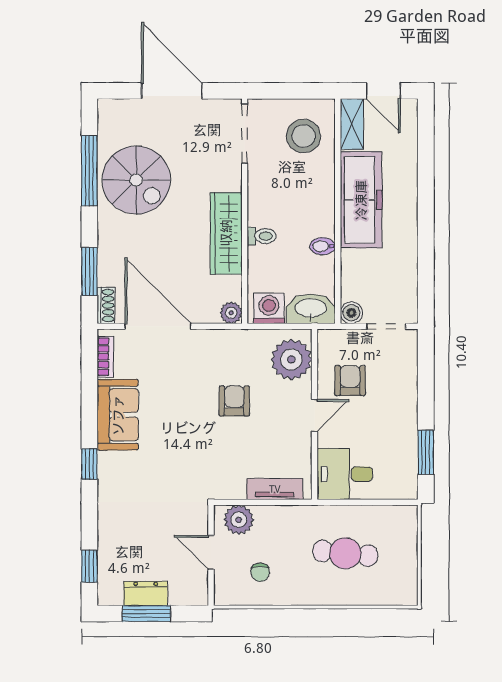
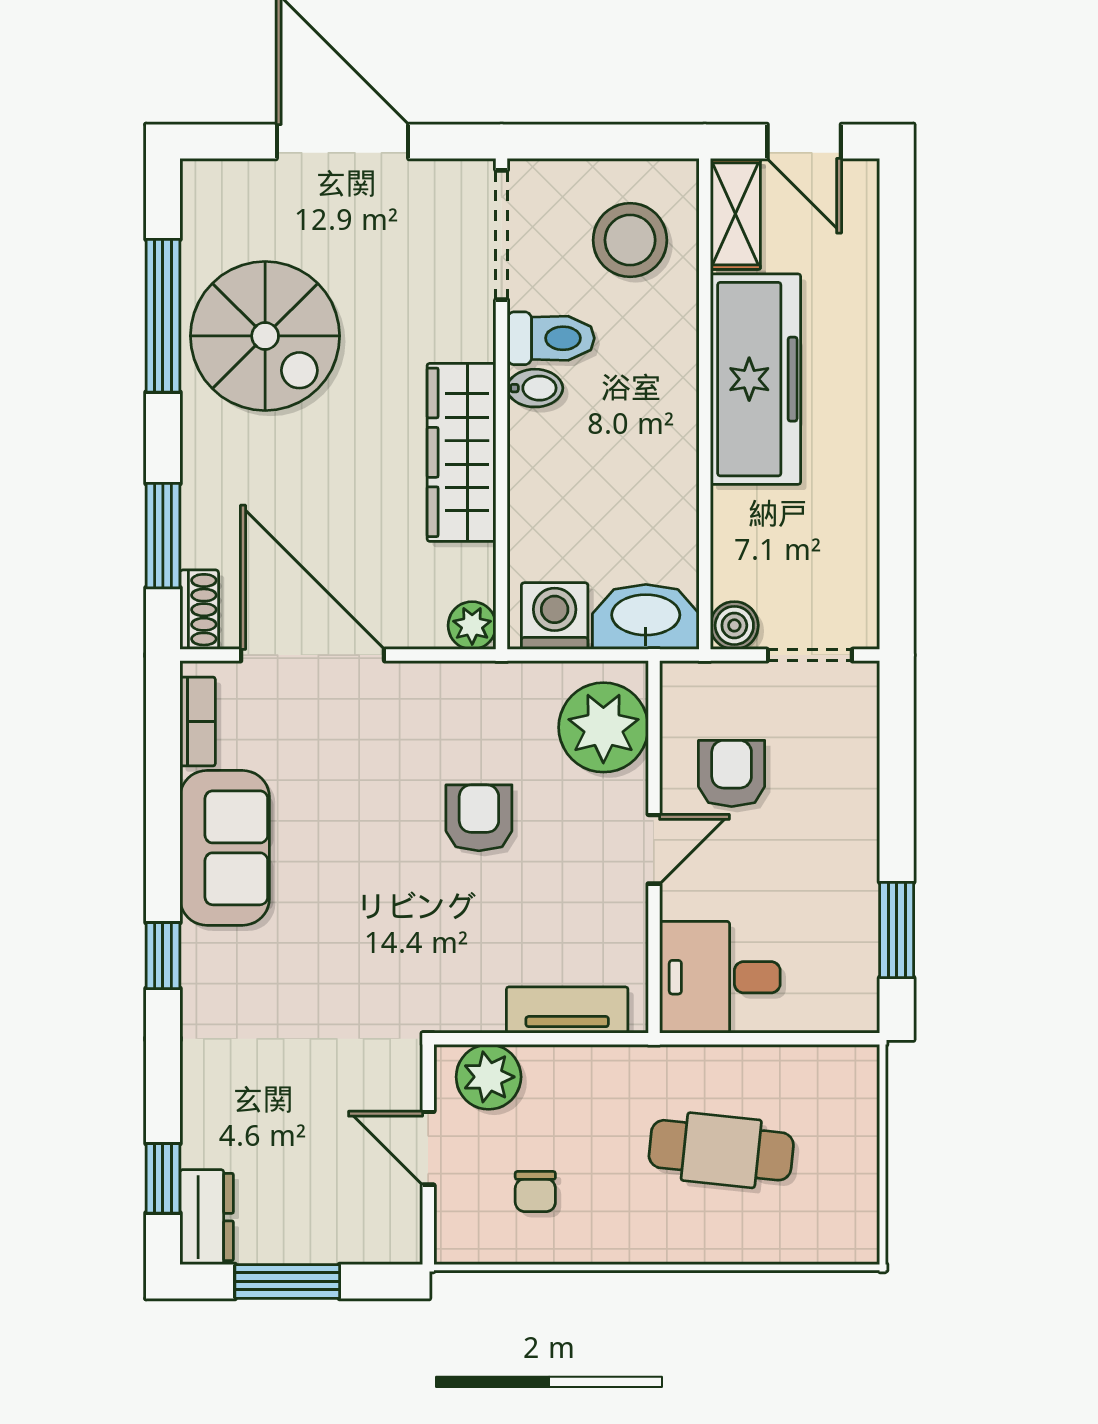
toilet: (262, 236) -> (551, 338), moved, width x1.37, depth x1.39
bidet: (322, 246) -> (535, 388), moved, turned 180
dresser: (146, 593) -> (207, 1217), moved, turned 90

